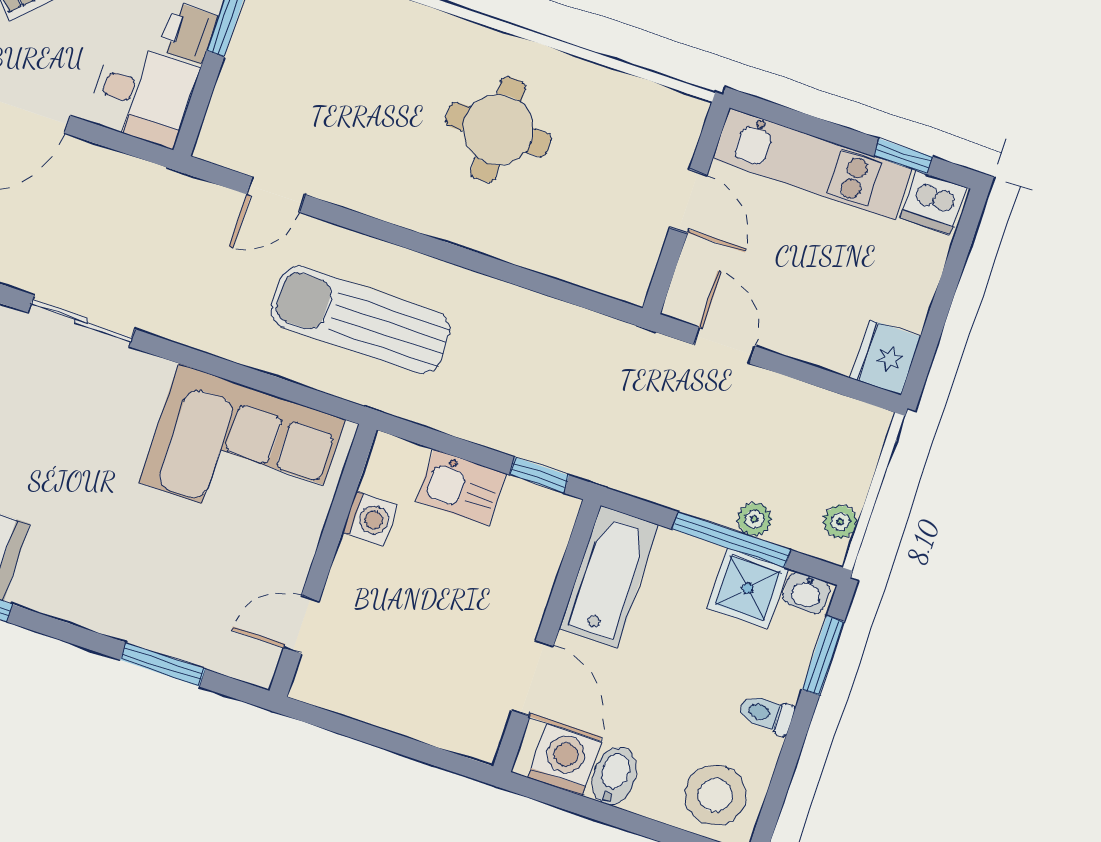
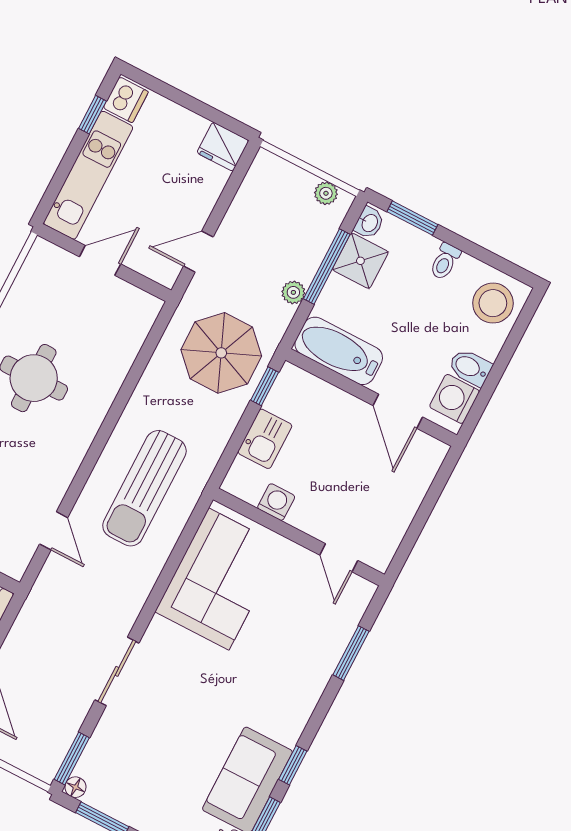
parasol: (579, 403) -> (221, 353), added
plant: (754, 519) -> (293, 292), moved
door: (533, 678) -> (398, 411), swing flipped

